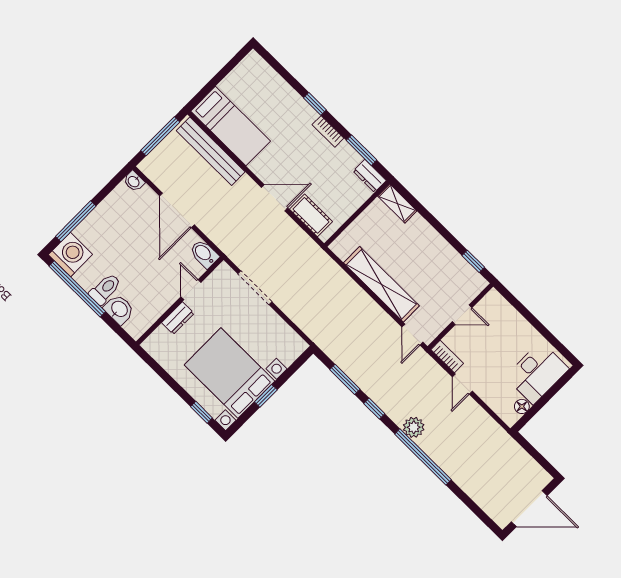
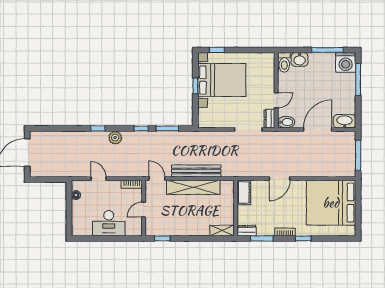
bed: (231, 126) -> (331, 203), width x2.04
bench: (211, 151) -> (196, 171), moved
washbasin: (134, 181) -> (345, 121), width x1.91, depth x1.45
door: (177, 210) -> (318, 129), hinge flipped
cot: (311, 215) -> (244, 192), moved, turned 90
window: (77, 289) -> (327, 50), width x0.68
toilet: (105, 289) -> (284, 62), moved
door: (191, 290) -> (276, 100), hinge flipped
dresser: (178, 318) -> (269, 119), moved
desk: (537, 373) -> (109, 223), moved, turned -90
door: (462, 384) -> (99, 179), moved
window: (423, 457) -> (98, 128), width x0.32

